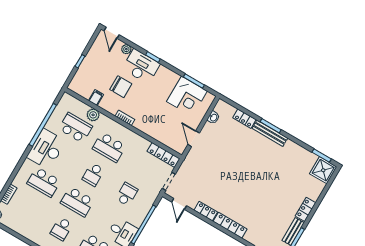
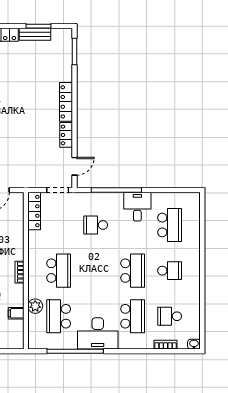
school desk: (93, 174) -> (170, 316), moved, turned 180

